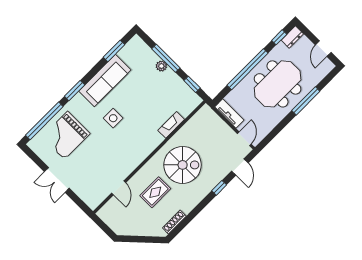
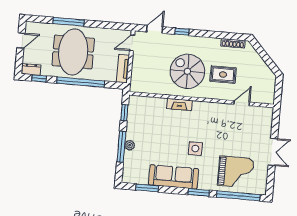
meeting table: (278, 84) -> (73, 52), turned 90
fireplace: (171, 125) -> (179, 104), moved

